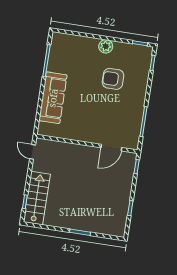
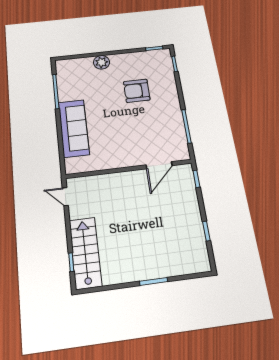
plant: (106, 46) -> (102, 62), moved

